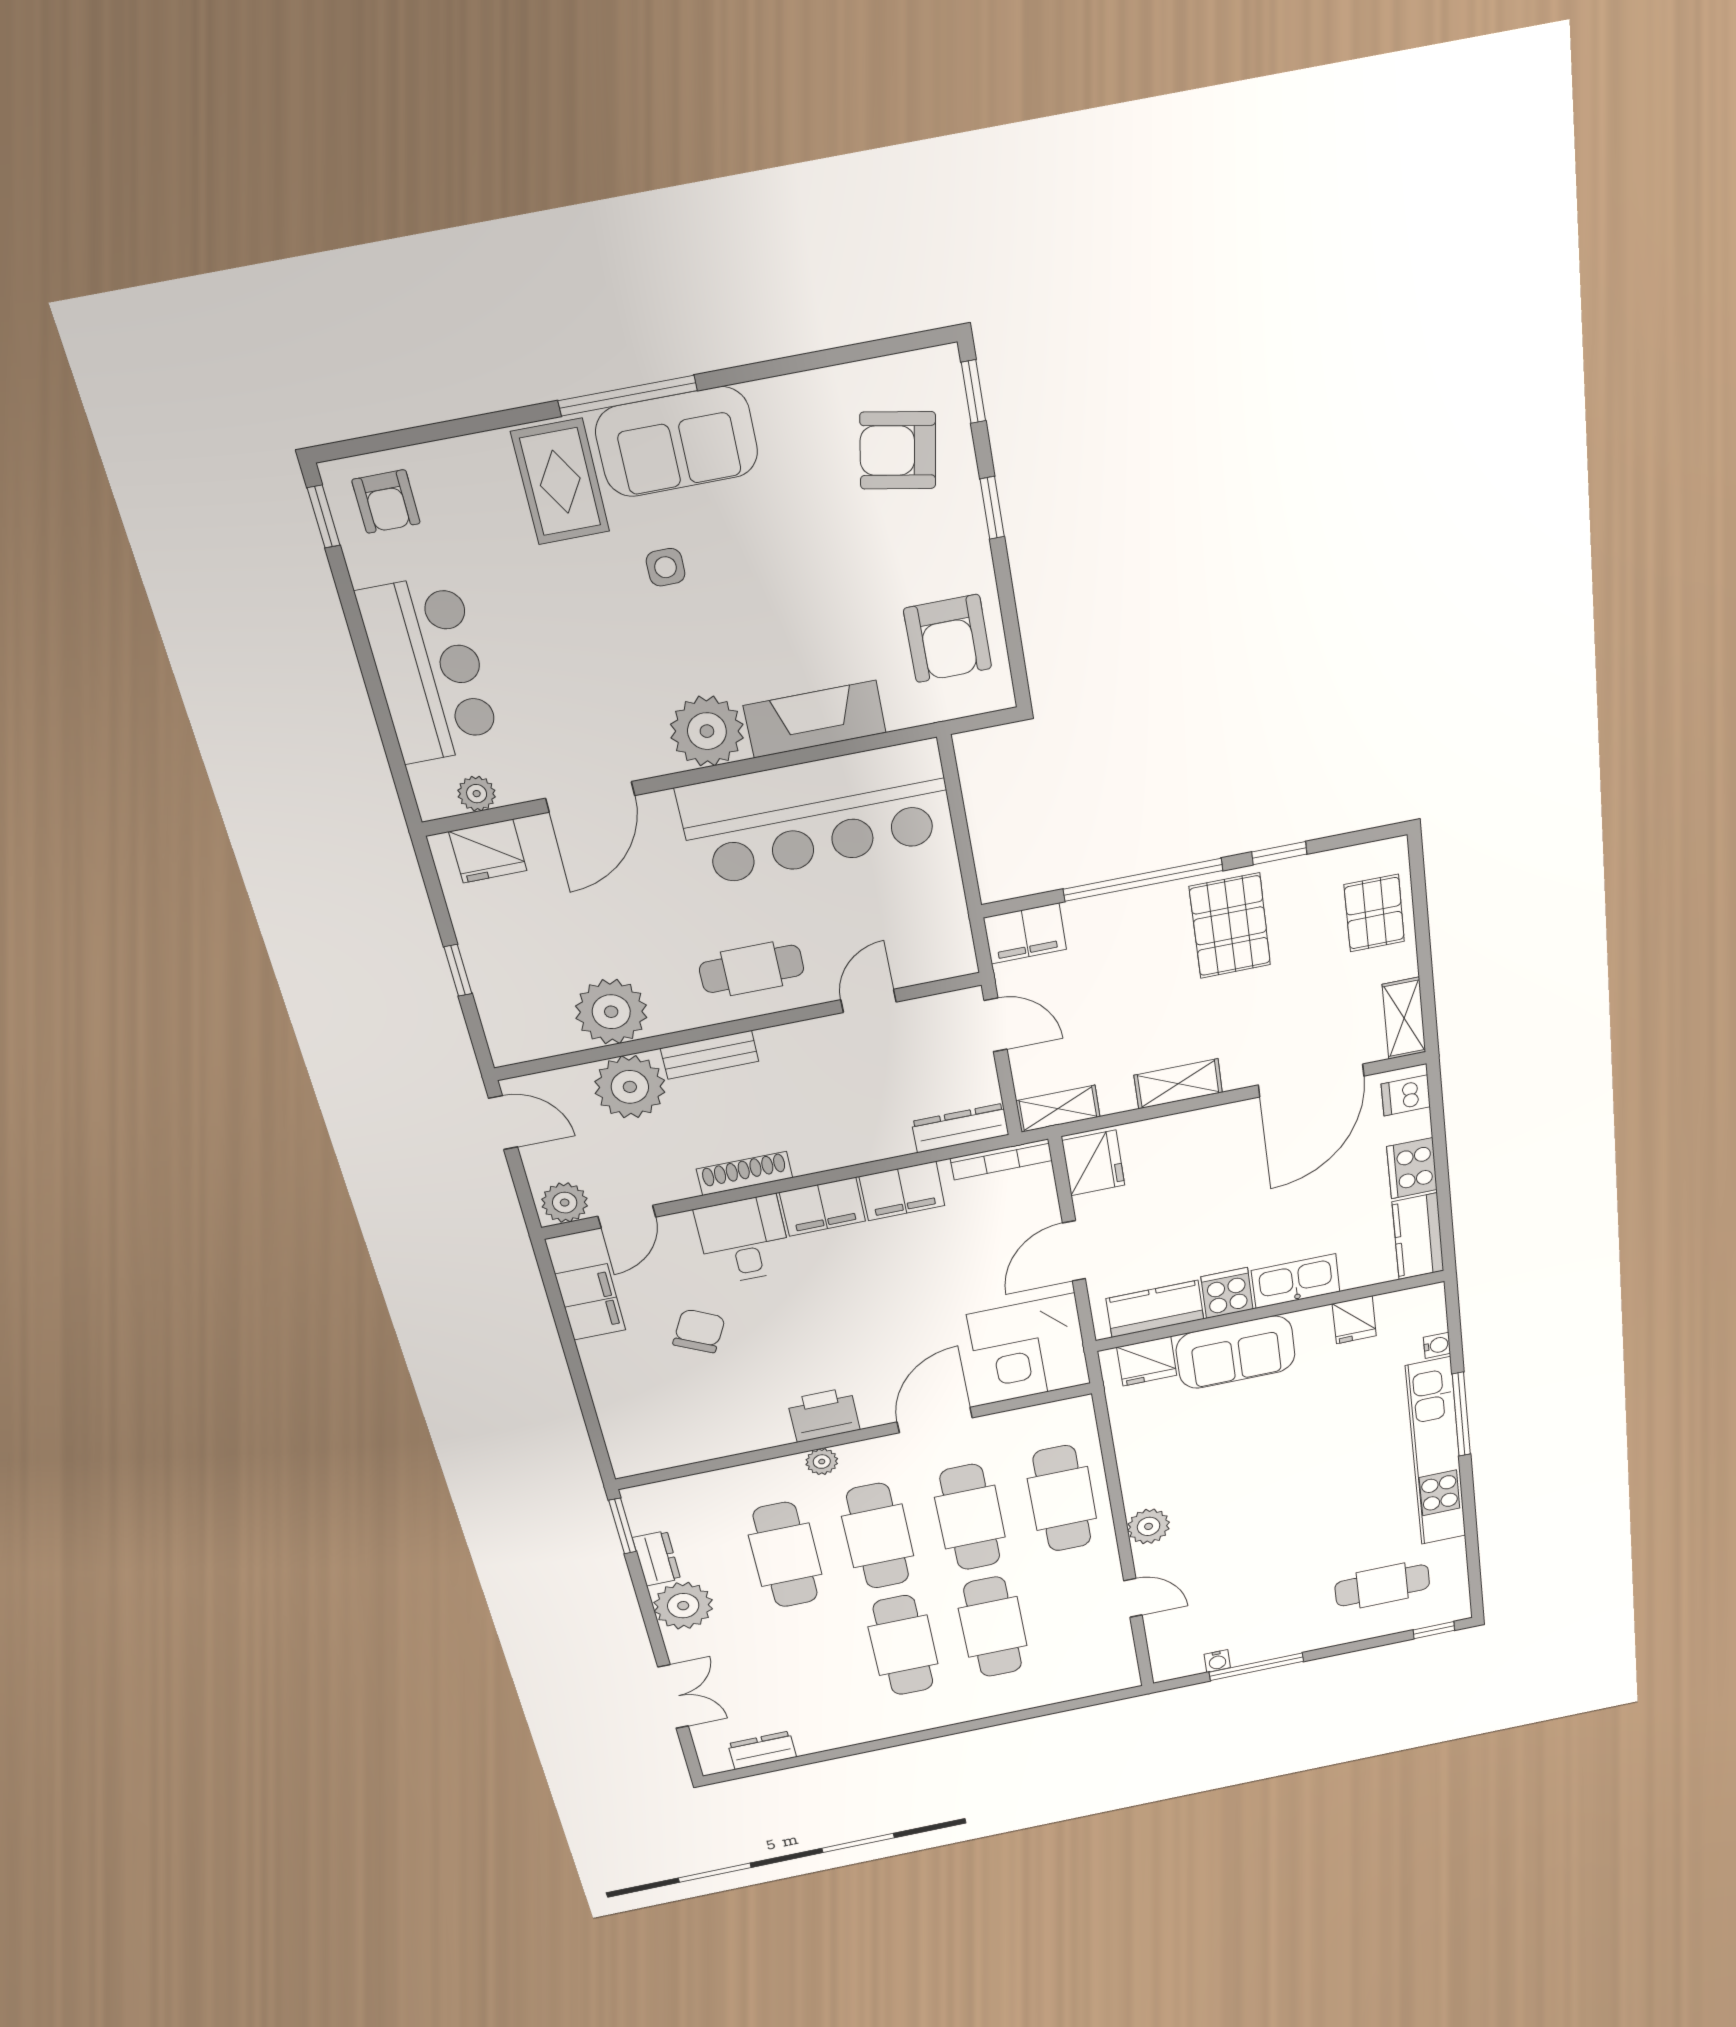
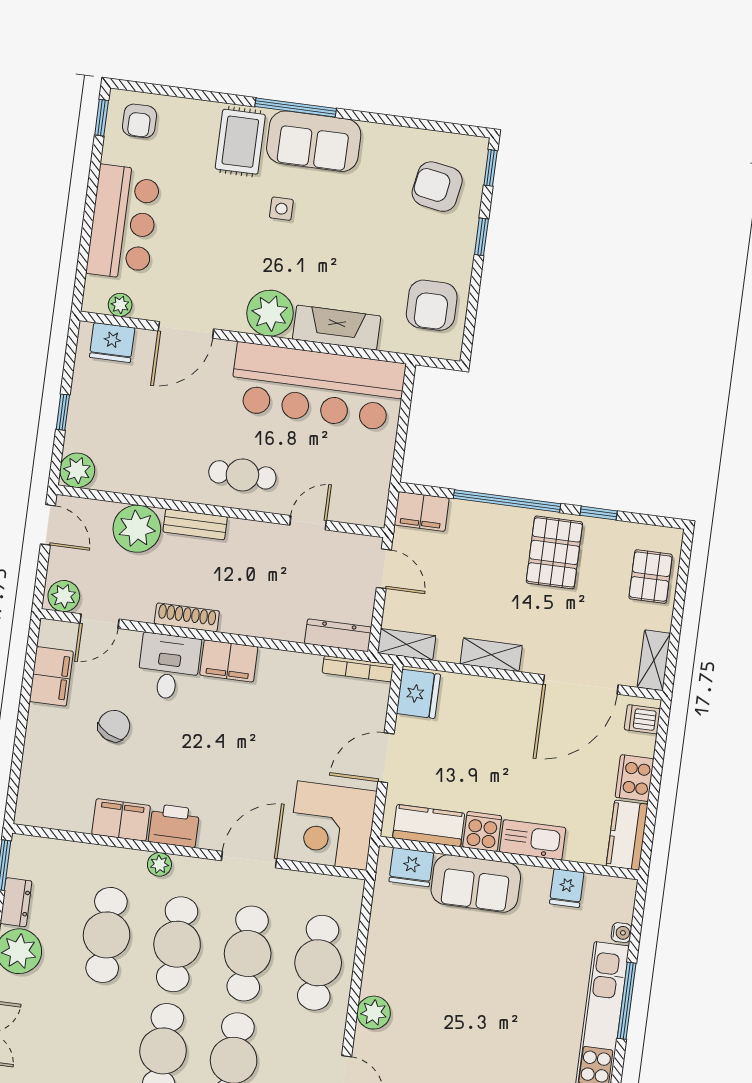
plant: (611, 1012) -> (77, 470), moved, width x0.73, depth x0.73
filing cabinet: (902, 1191) -> (121, 820), moved, turned 180

